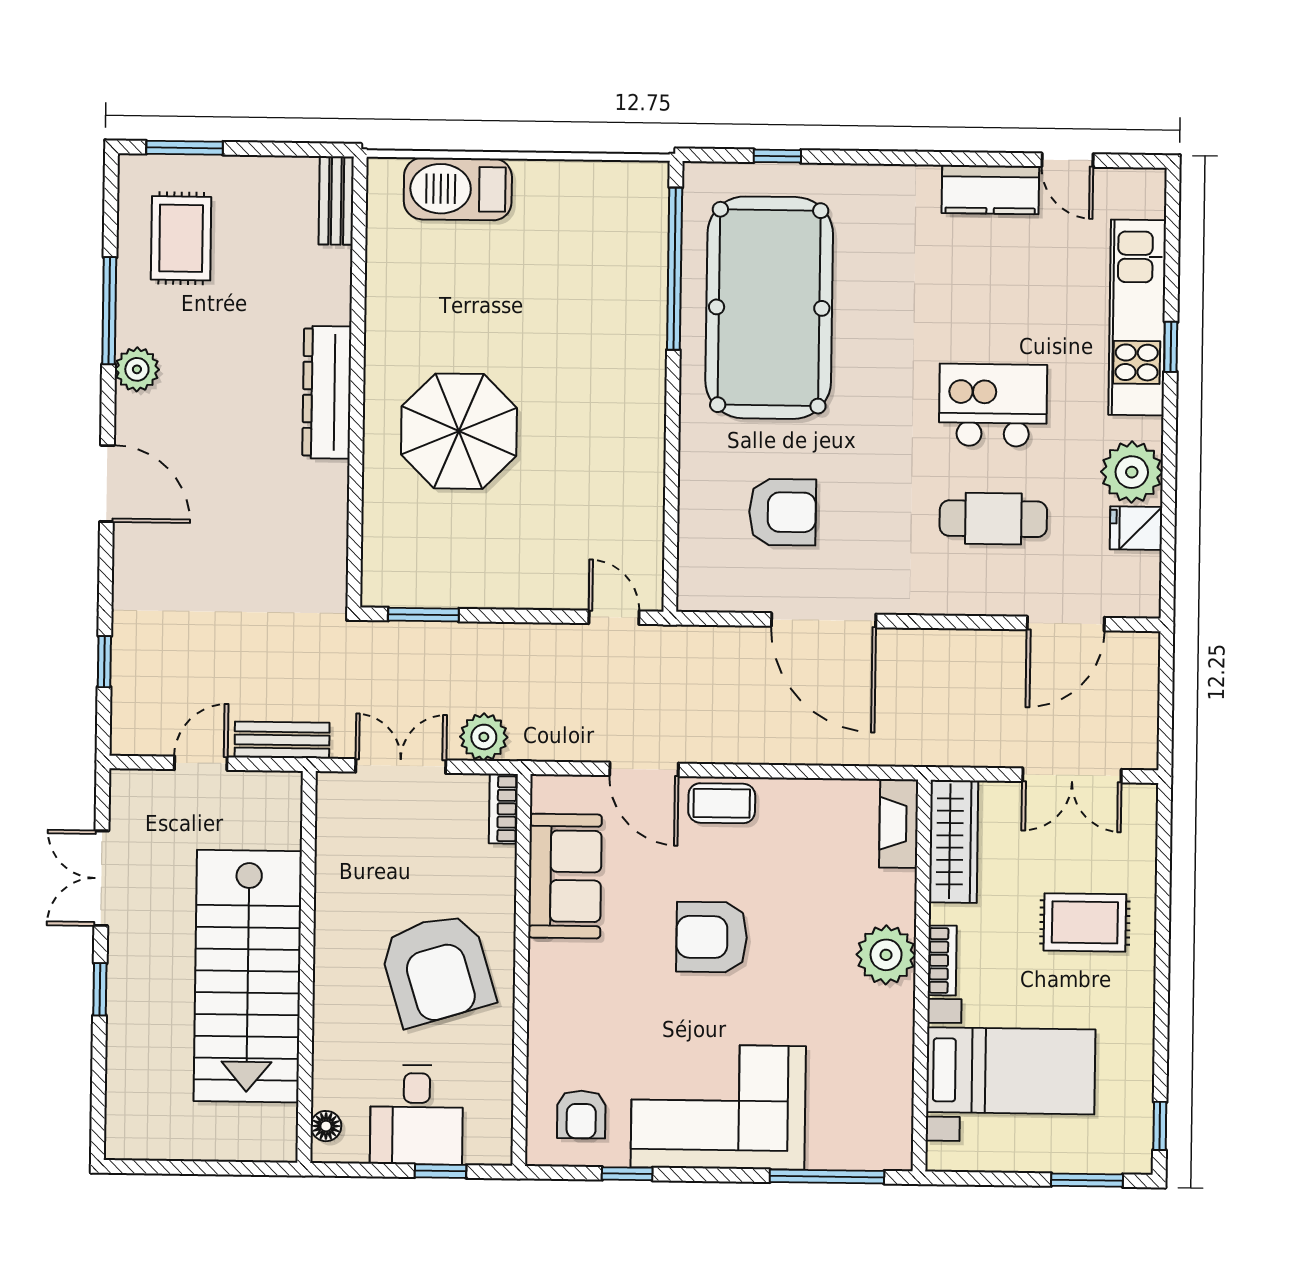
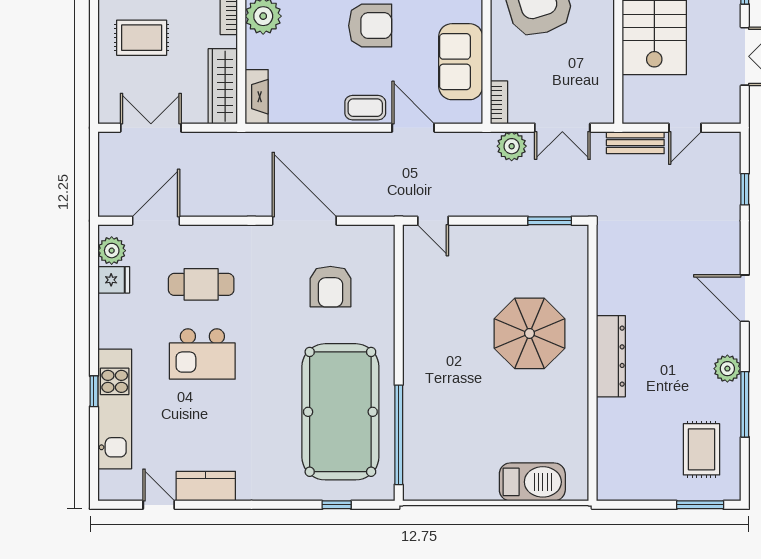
bench: (336, 200) -> (607, 474), removed
plant: (1132, 472) -> (112, 251), moved, width x0.73, depth x0.73
armchair: (782, 512) -> (330, 287), turned -90

